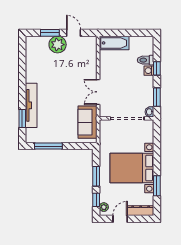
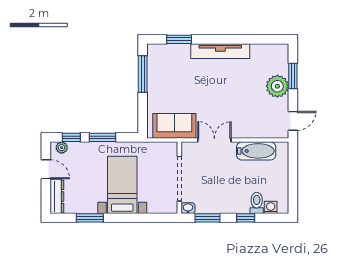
door: (74, 33) -> (293, 121), moved
bathtub: (114, 43) -> (256, 151), moved, turned -90
washing machine: (149, 71) -> (271, 207), moved
tv unit: (31, 105) -> (220, 51), moved
bed with nightstands: (132, 168) -> (122, 185), width x0.73

